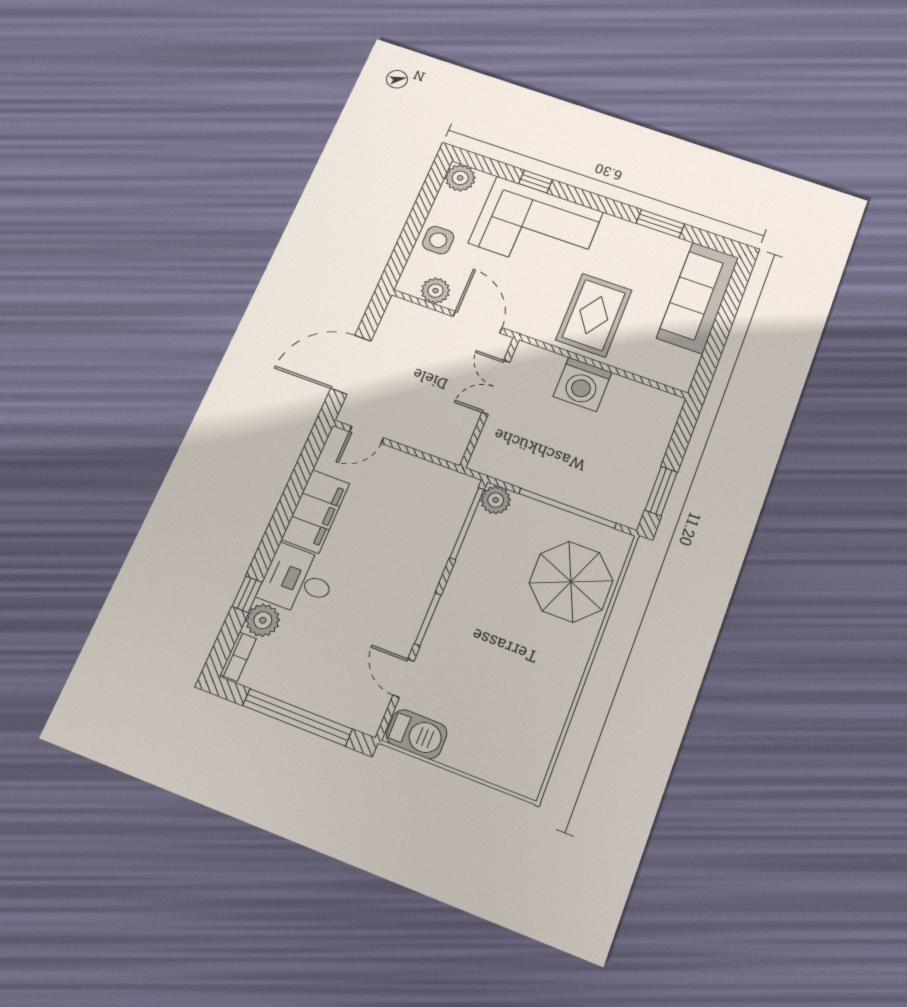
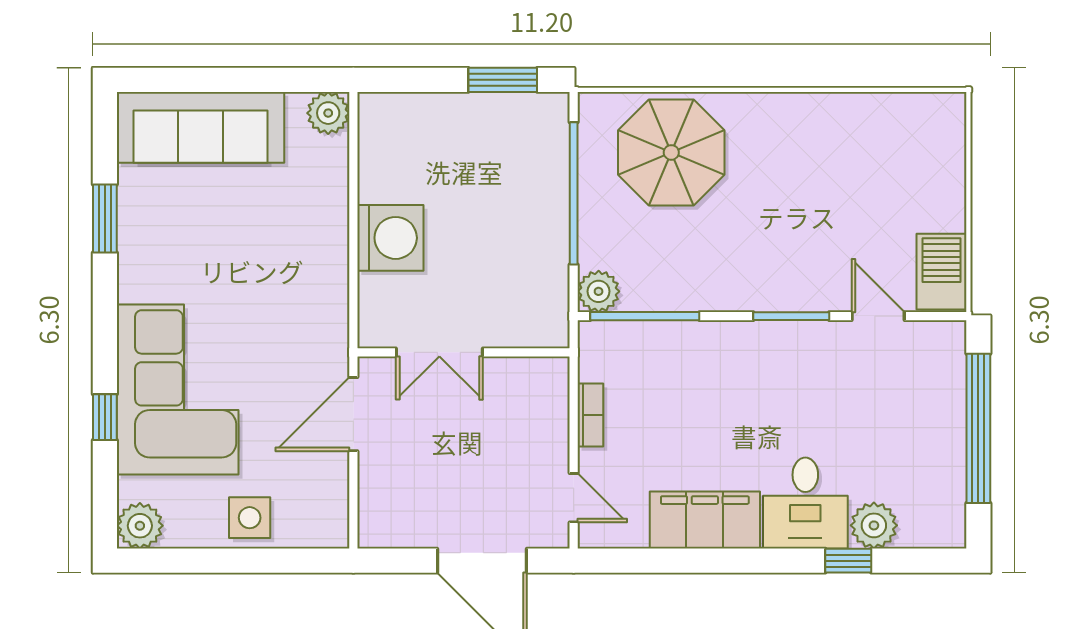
plant: (435, 291) -> (328, 113), moved
rug: (594, 315) -> (282, 260), removed
bookcase: (238, 657) -> (590, 415), moved, turned 90
door: (404, 678) -> (878, 316), swing flipped

